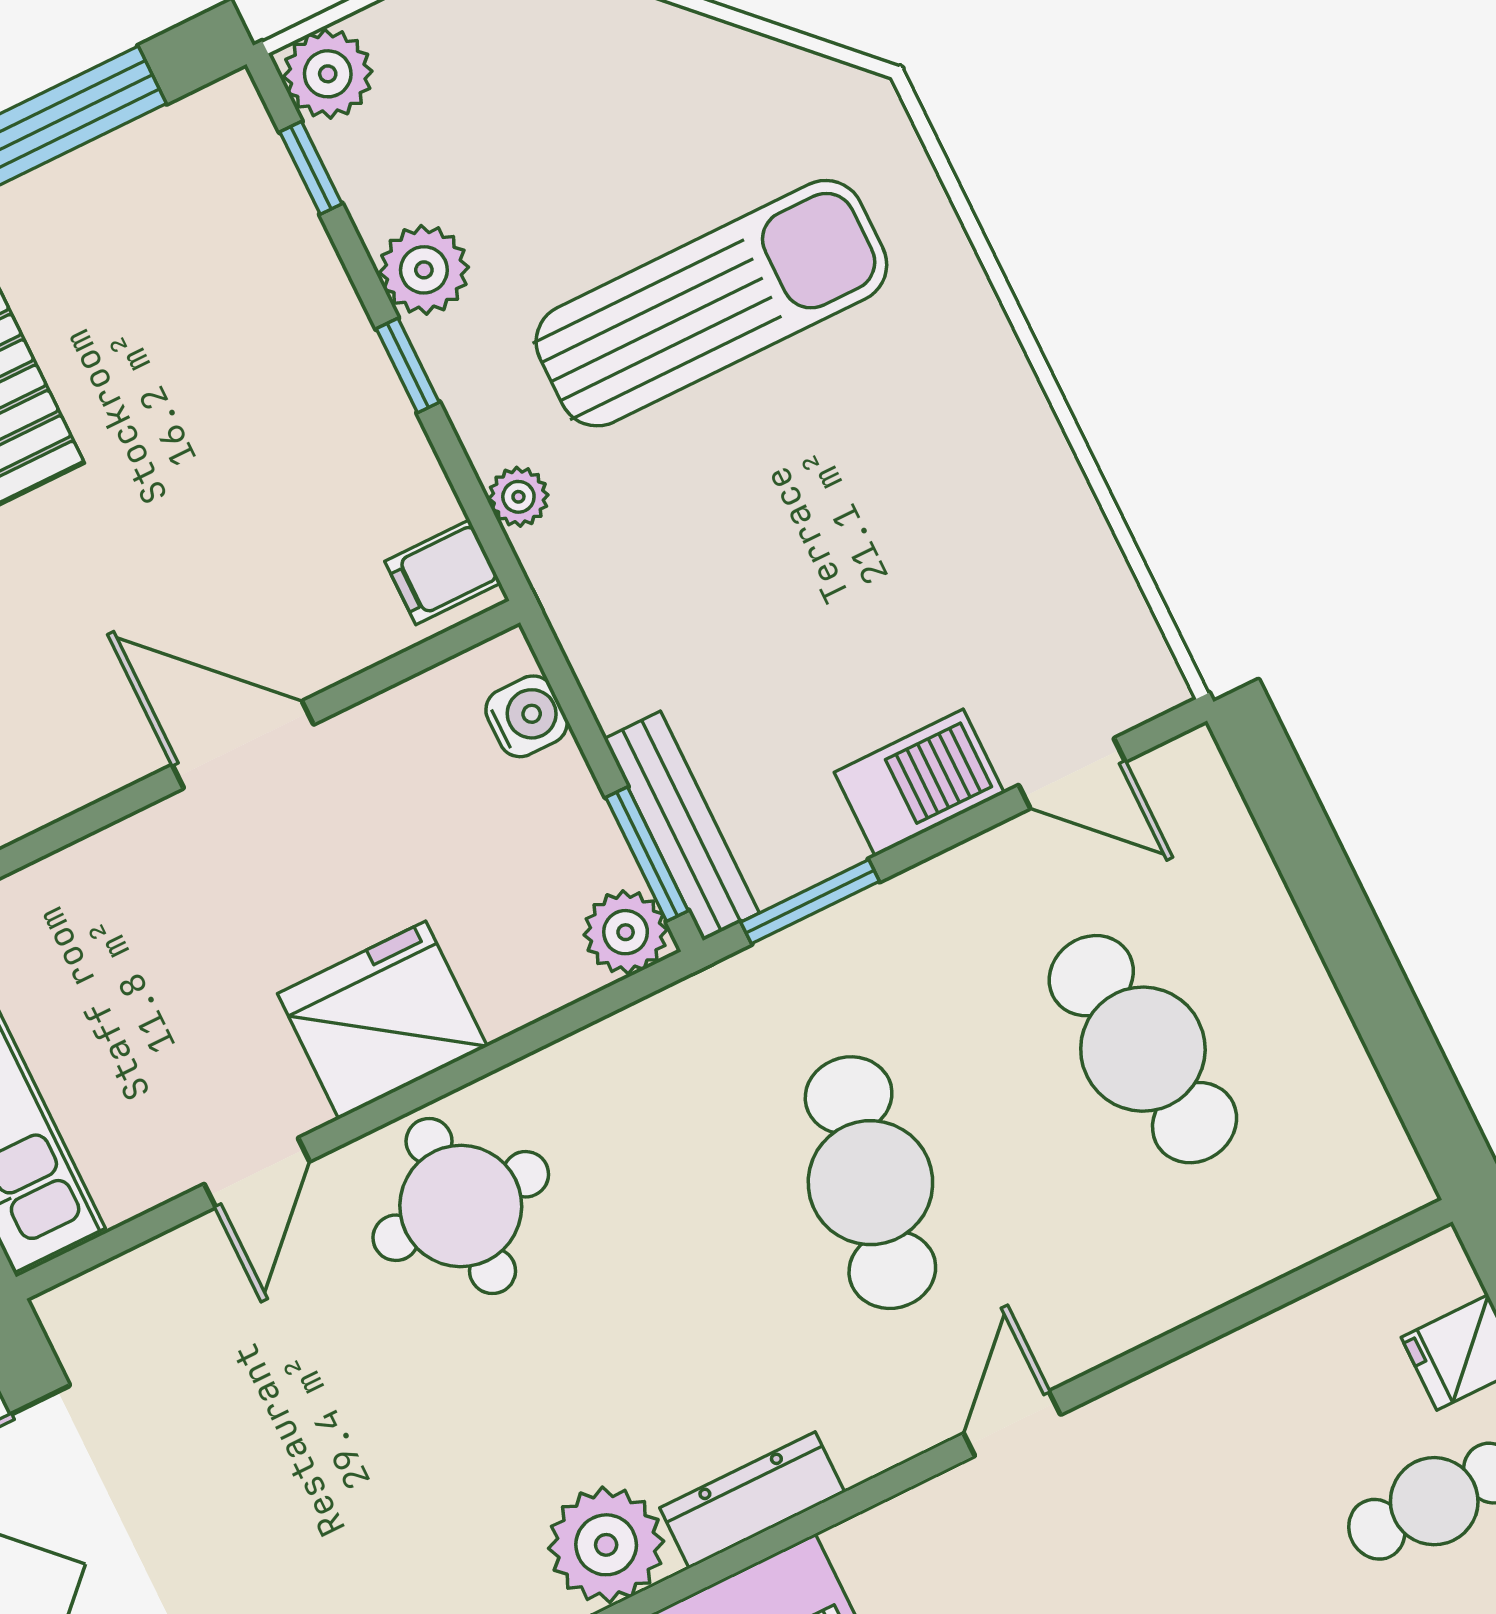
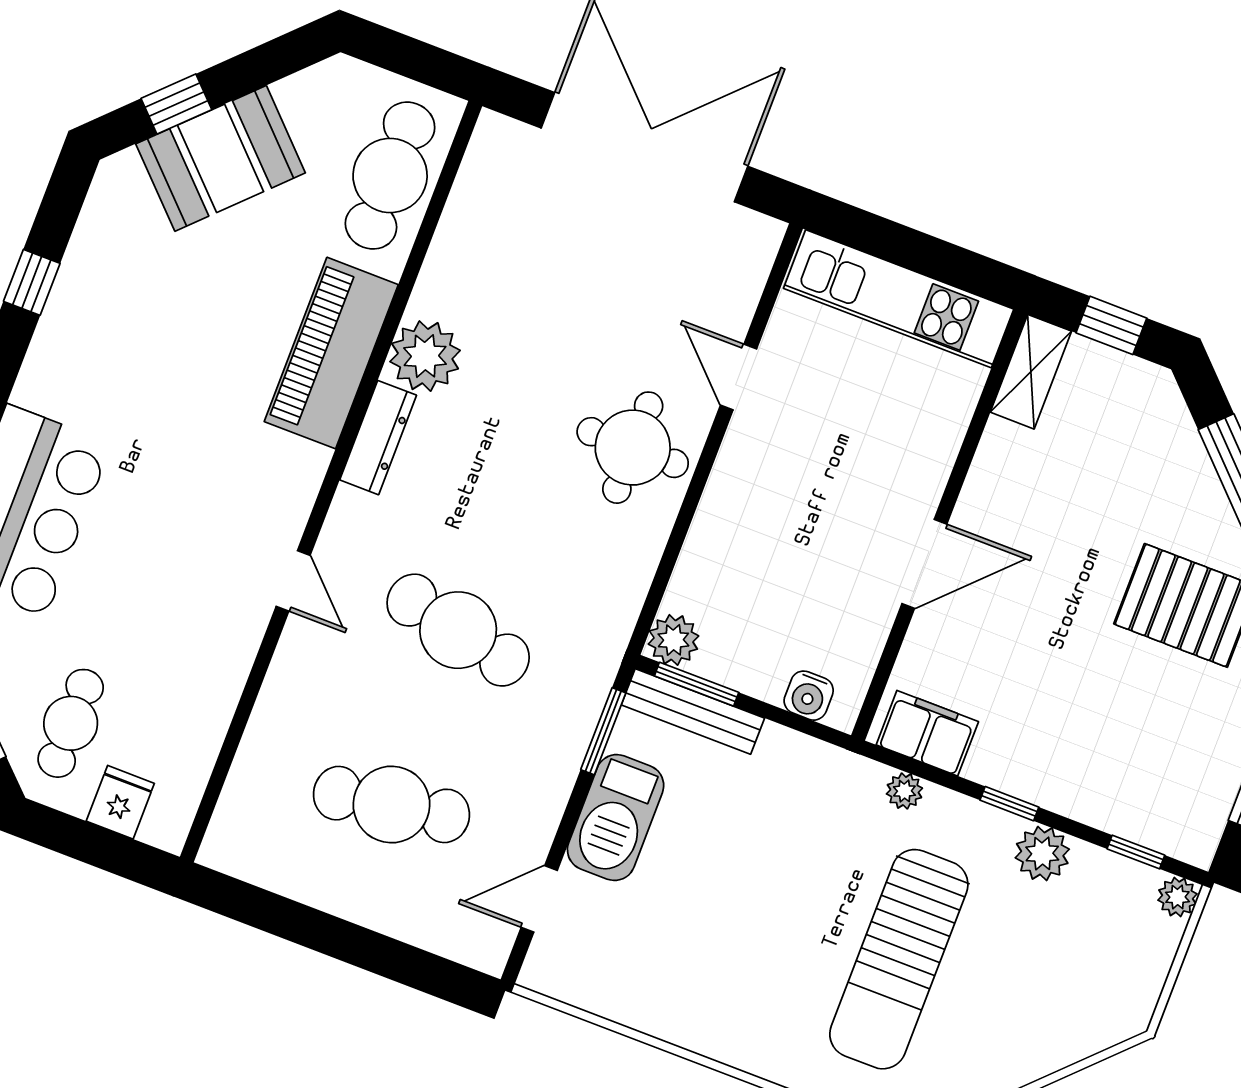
plant: (328, 74) -> (1177, 897), width x0.73, depth x0.73
filing cabinet: (443, 572) -> (927, 733), width x2.00
barbecue: (919, 783) -> (616, 818), width x1.37, depth x1.21
fridge: (382, 1020) -> (746, 498), removed

